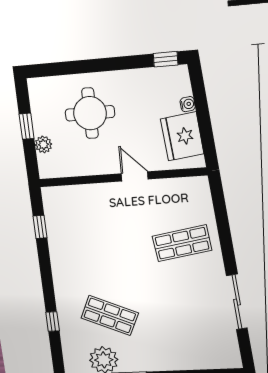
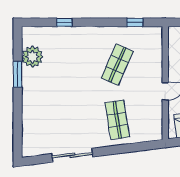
shop shelf: (110, 315) -> (117, 65), moved

